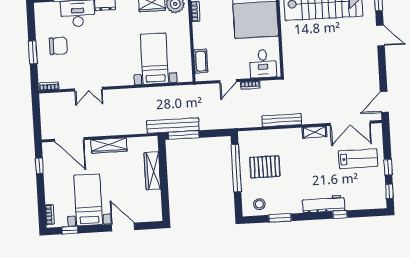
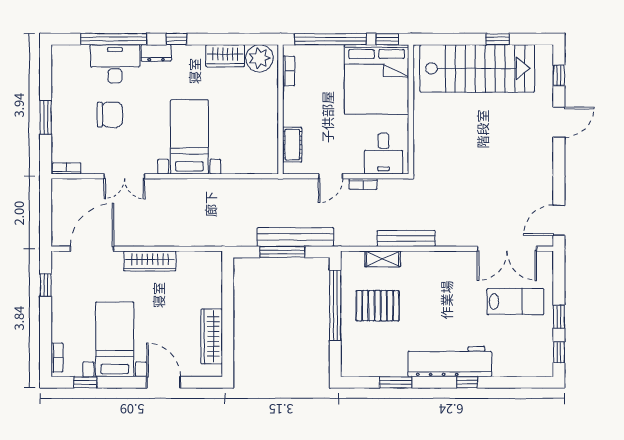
door: (380, 35) -> (559, 122), hinge flipped
chair: (58, 46) -> (110, 115), moved
bed with nightstands: (154, 59) -> (189, 137), moved
bench: (173, 125) -> (295, 237), moved
shelving: (314, 132) -> (383, 259), moved
window: (184, 135) -> (282, 252), moved
door: (69, 139) -> (92, 249), swing flipped
wardrobe: (152, 171) -> (212, 337), moved
stool: (259, 204) -> (366, 360), removed
workbench: (324, 204) -> (450, 362), width x1.36, depth x1.32
window: (340, 215) -> (467, 382), moved

